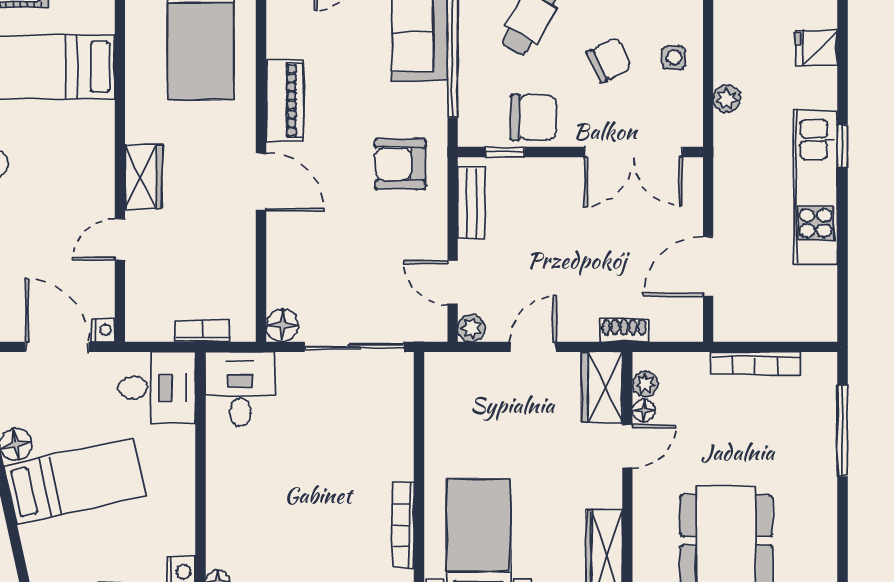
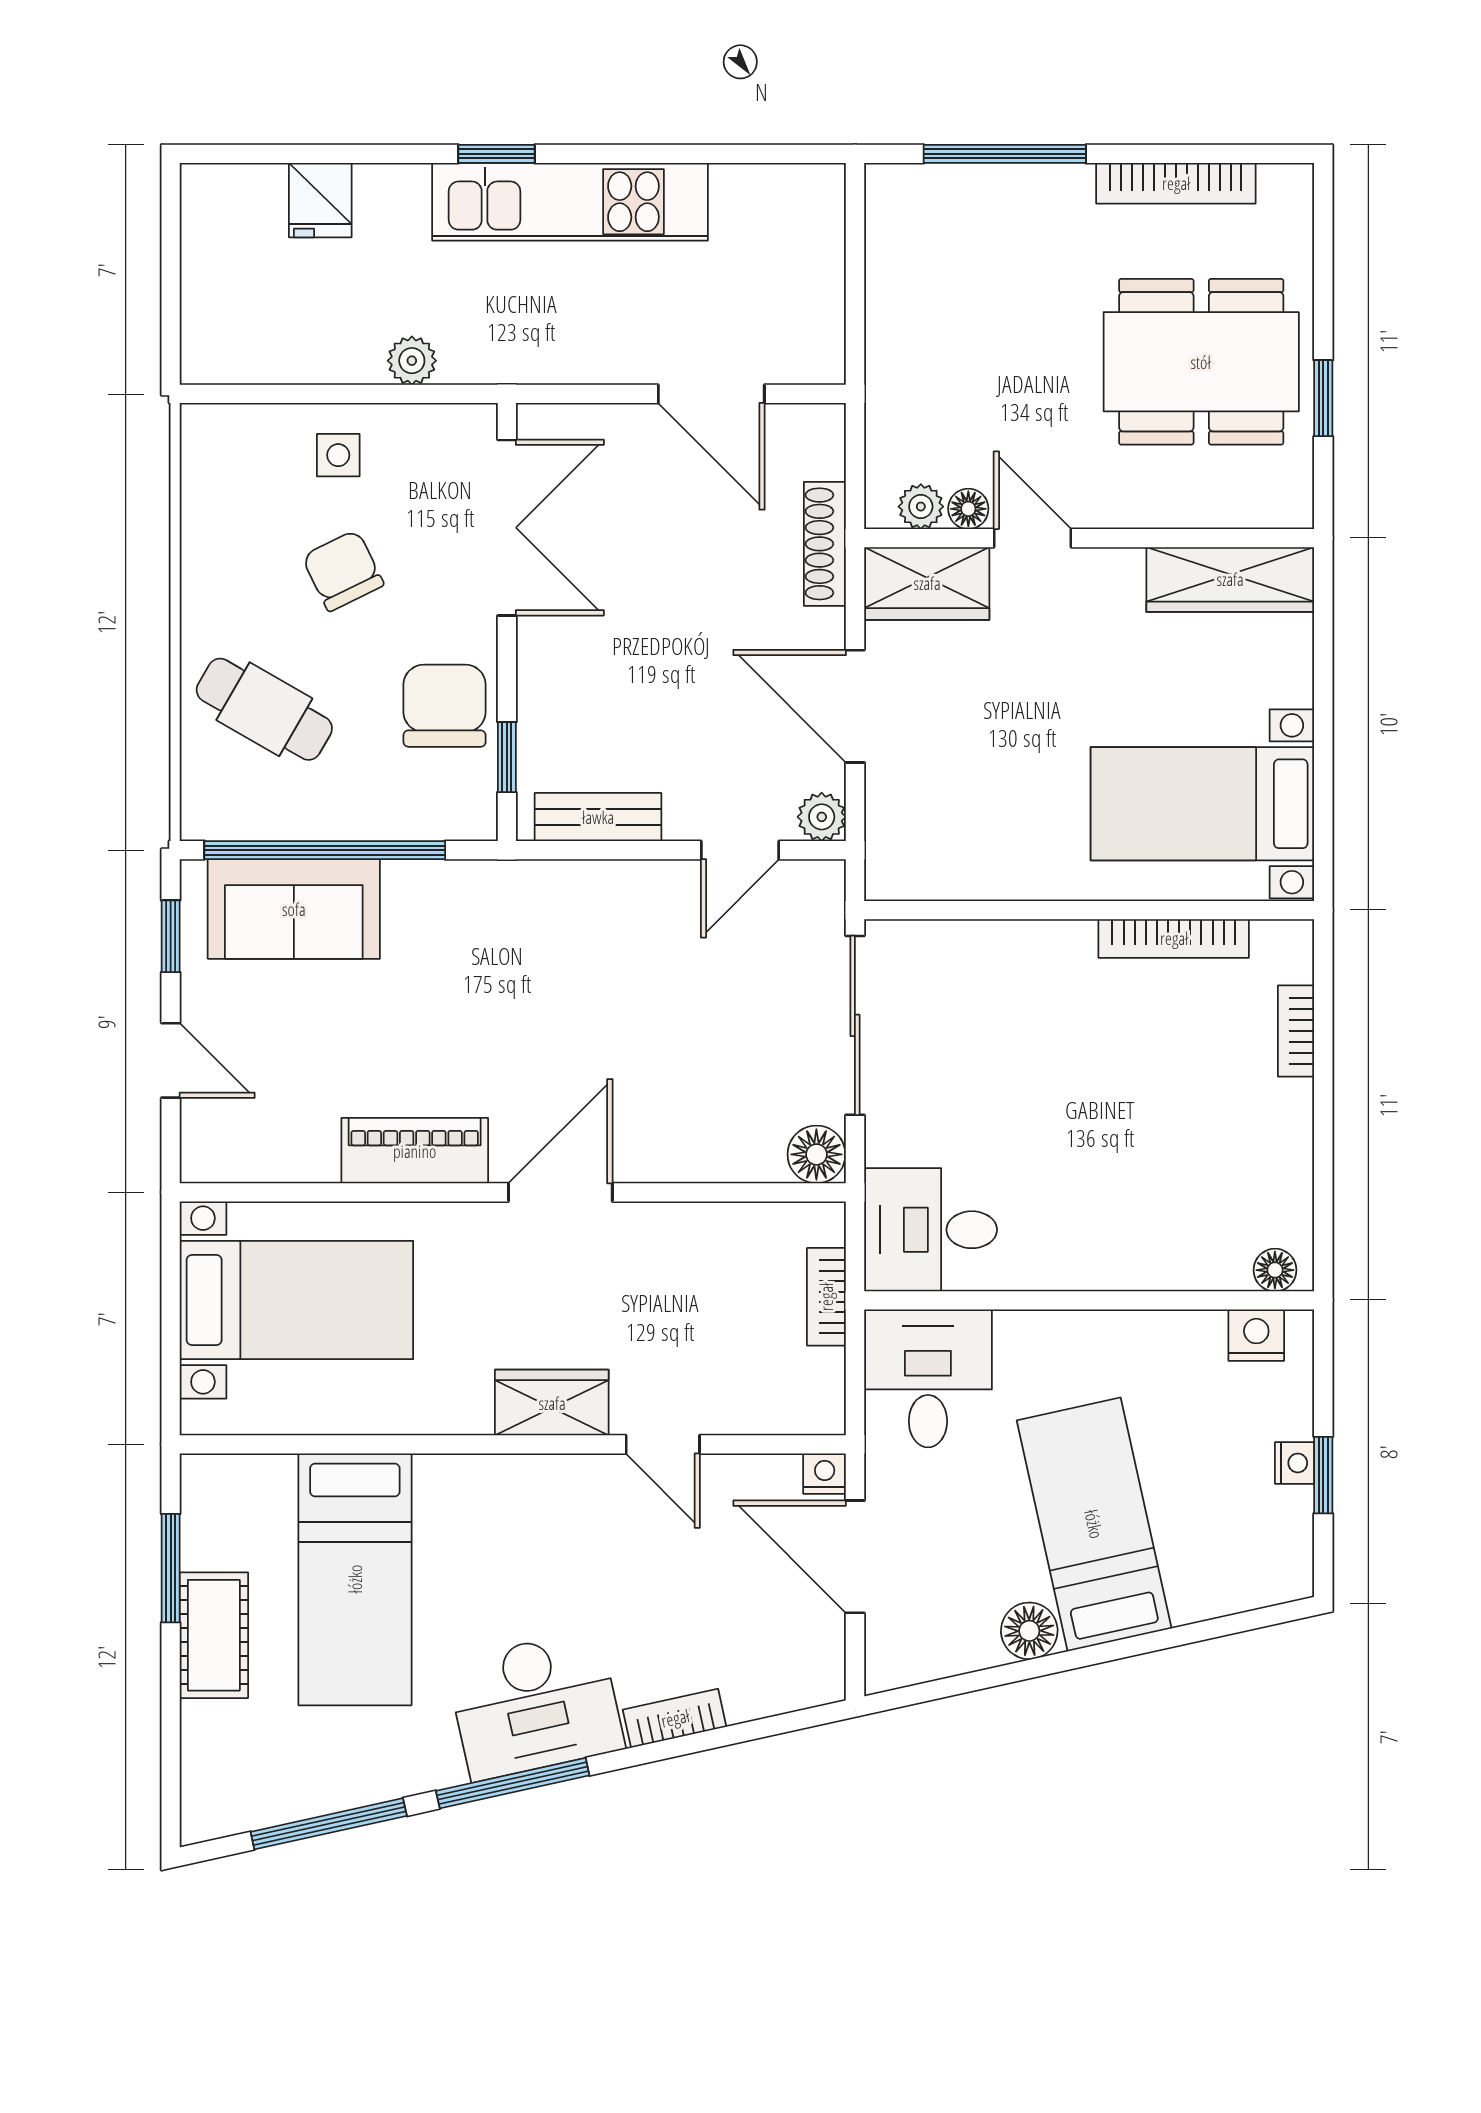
armchair: (400, 164) -> (528, 944), removed
shoe rack: (624, 330) -> (825, 544), width x1.43
door: (57, 347) -> (855, 1557), hinge flipped
door: (533, 347) -> (855, 706), width x1.38
bookcase: (755, 363) -> (1176, 183), moved, turned 90

